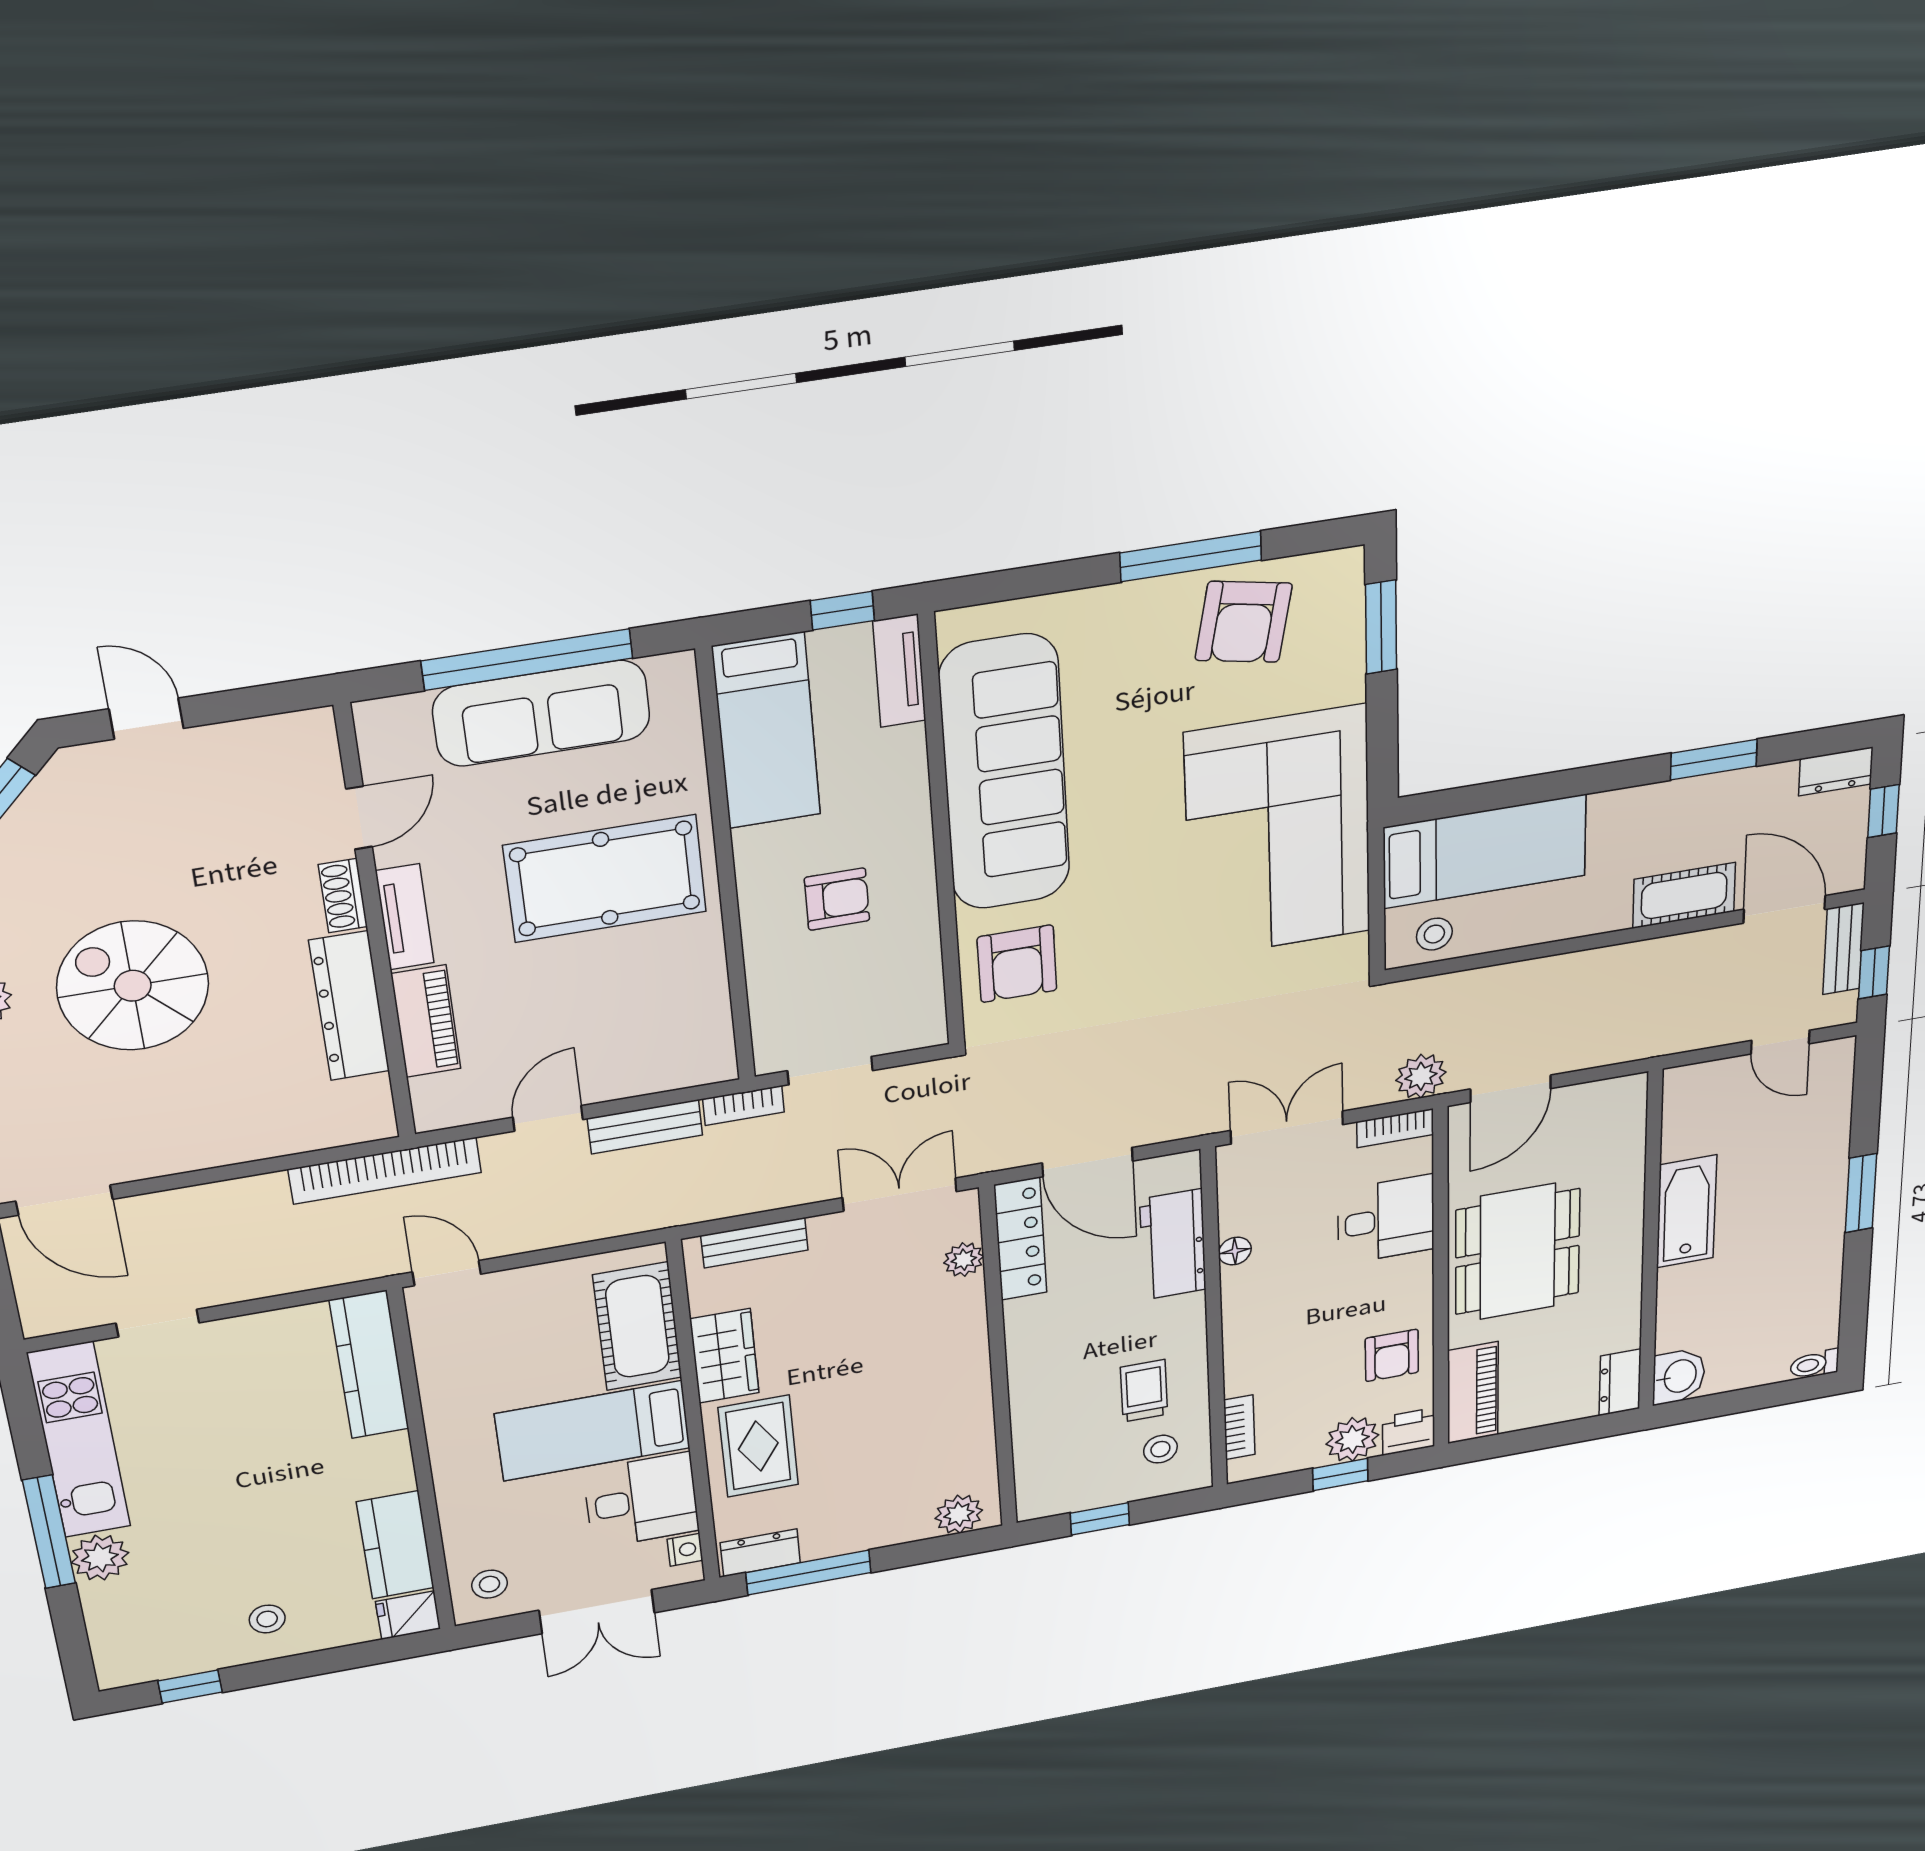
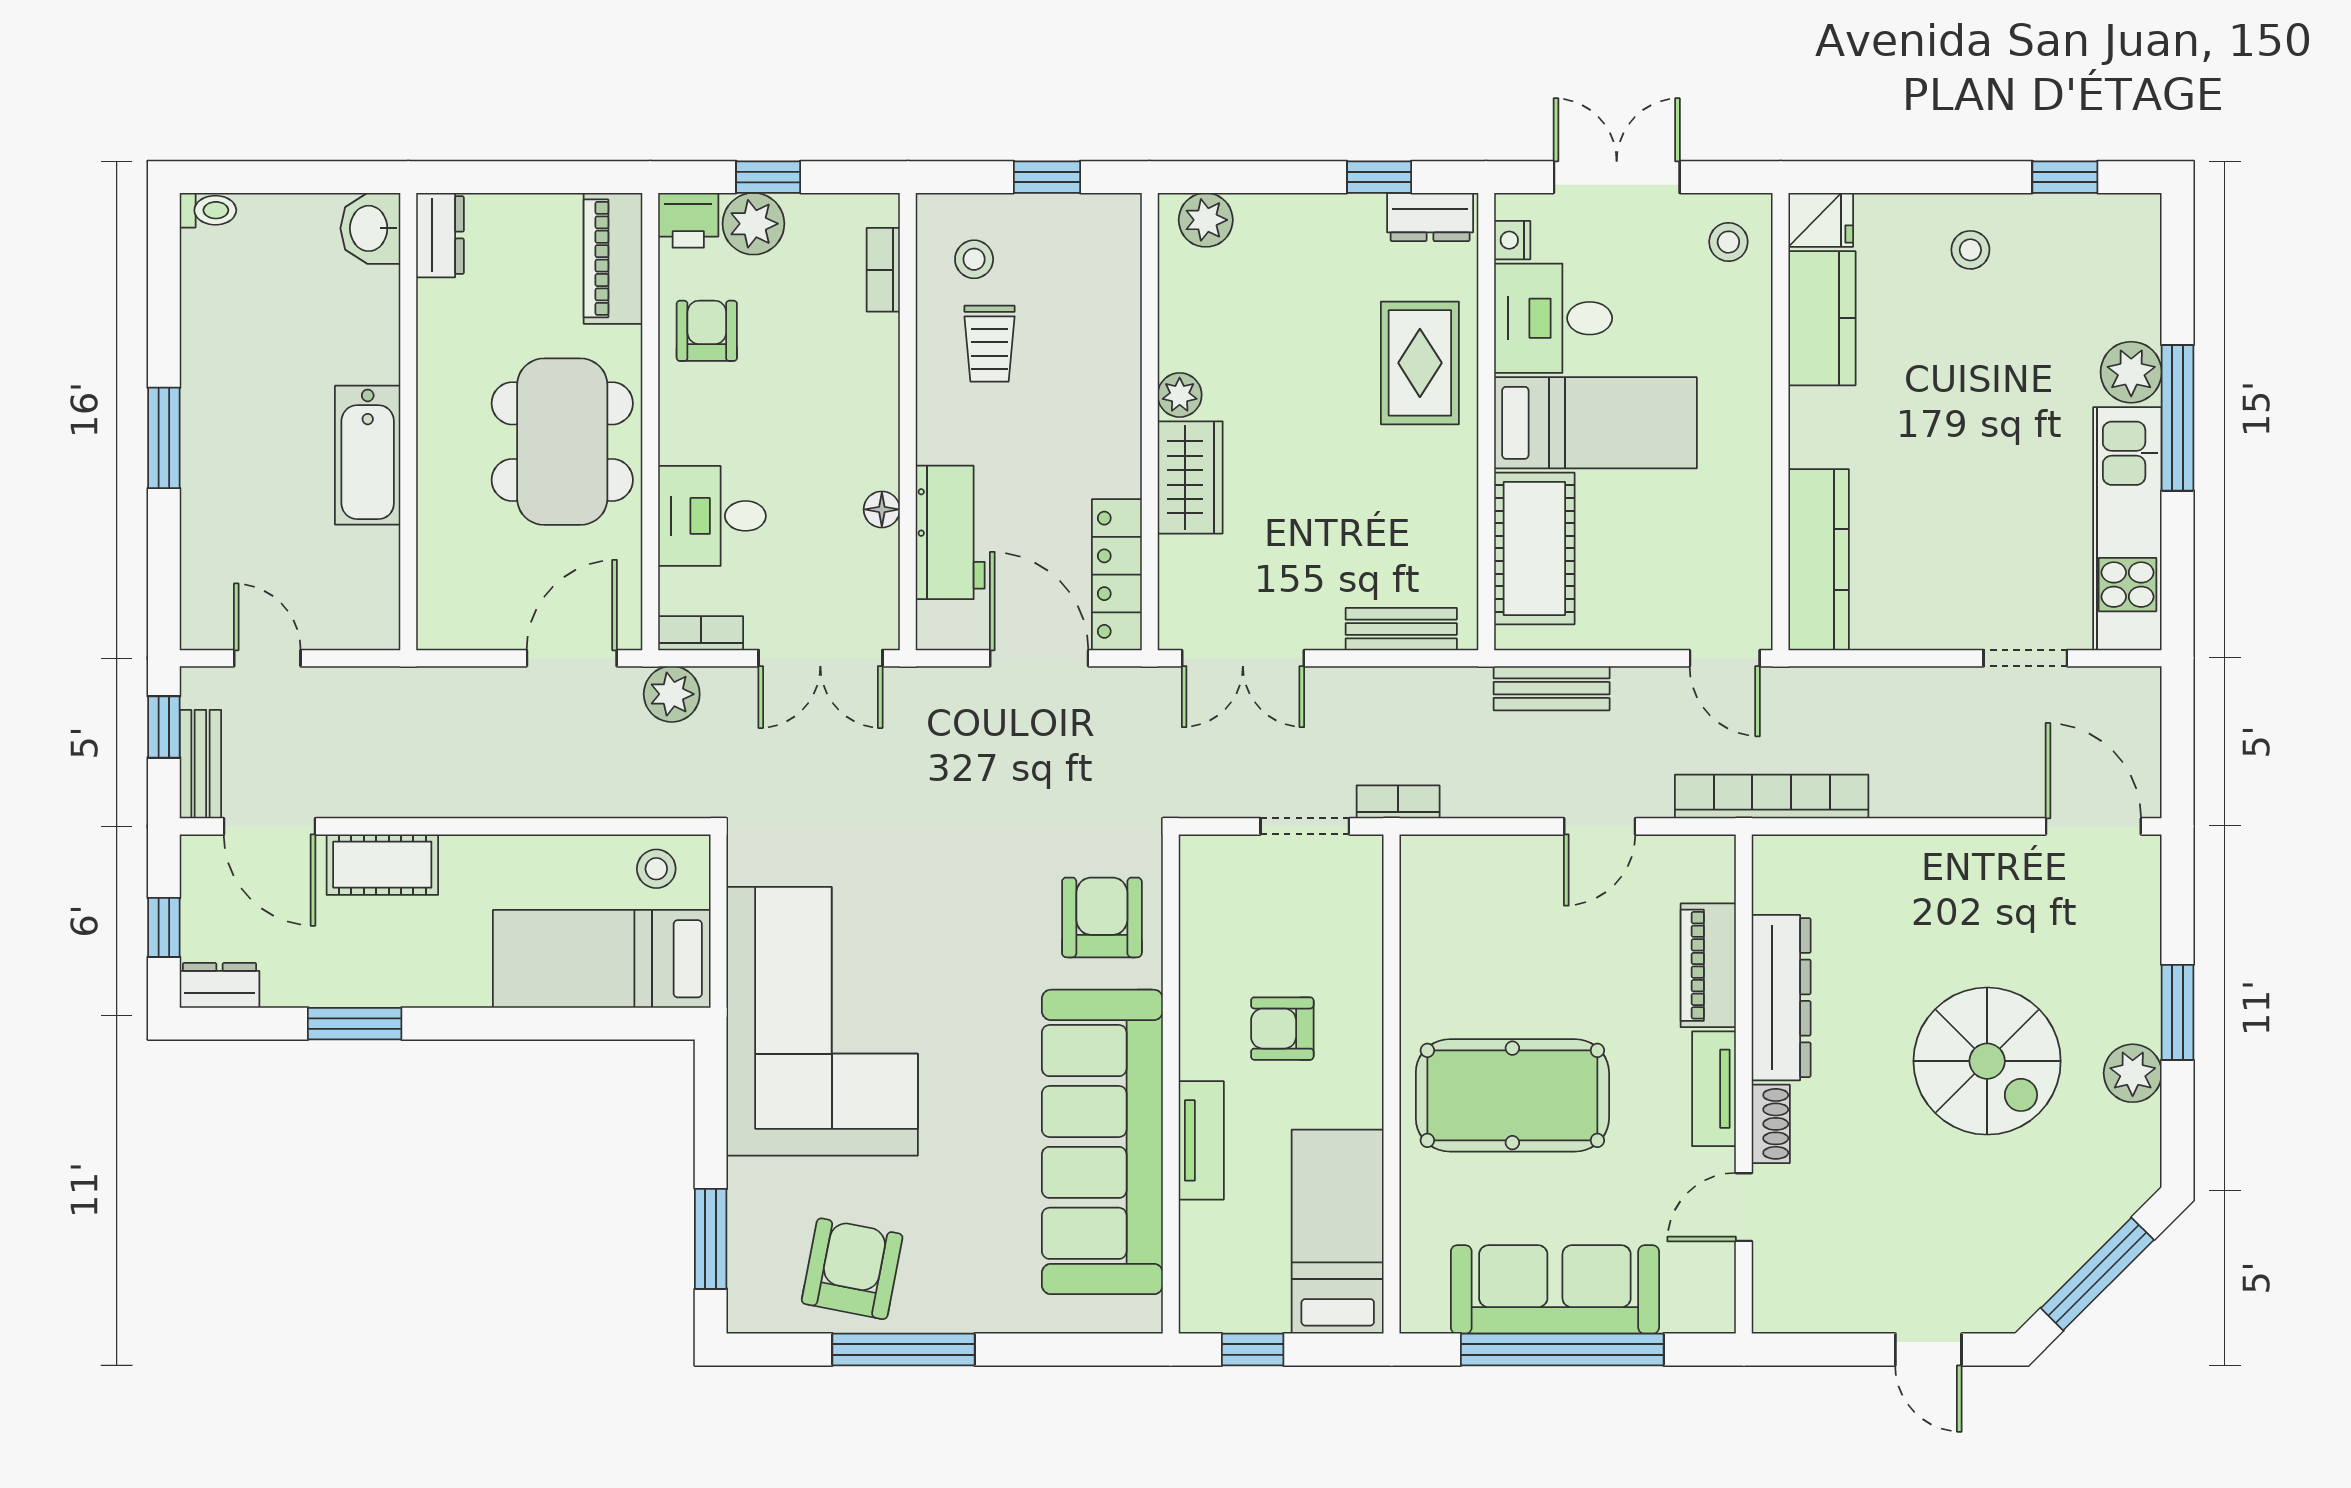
tv unit: (899, 671) -> (1201, 1140), moved
bench: (645, 1127) -> (1552, 688), moved
plant: (964, 1260) -> (1180, 395), moved
wardrobe: (725, 1356) -> (1190, 477), moved, turned 180
window: (808, 1573) -> (1379, 177), width x0.46

